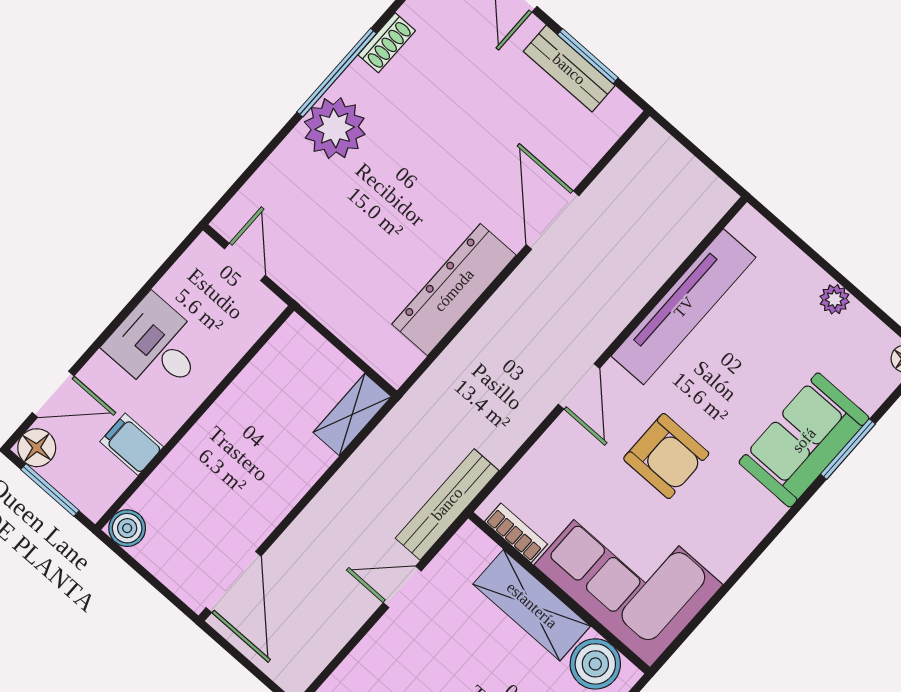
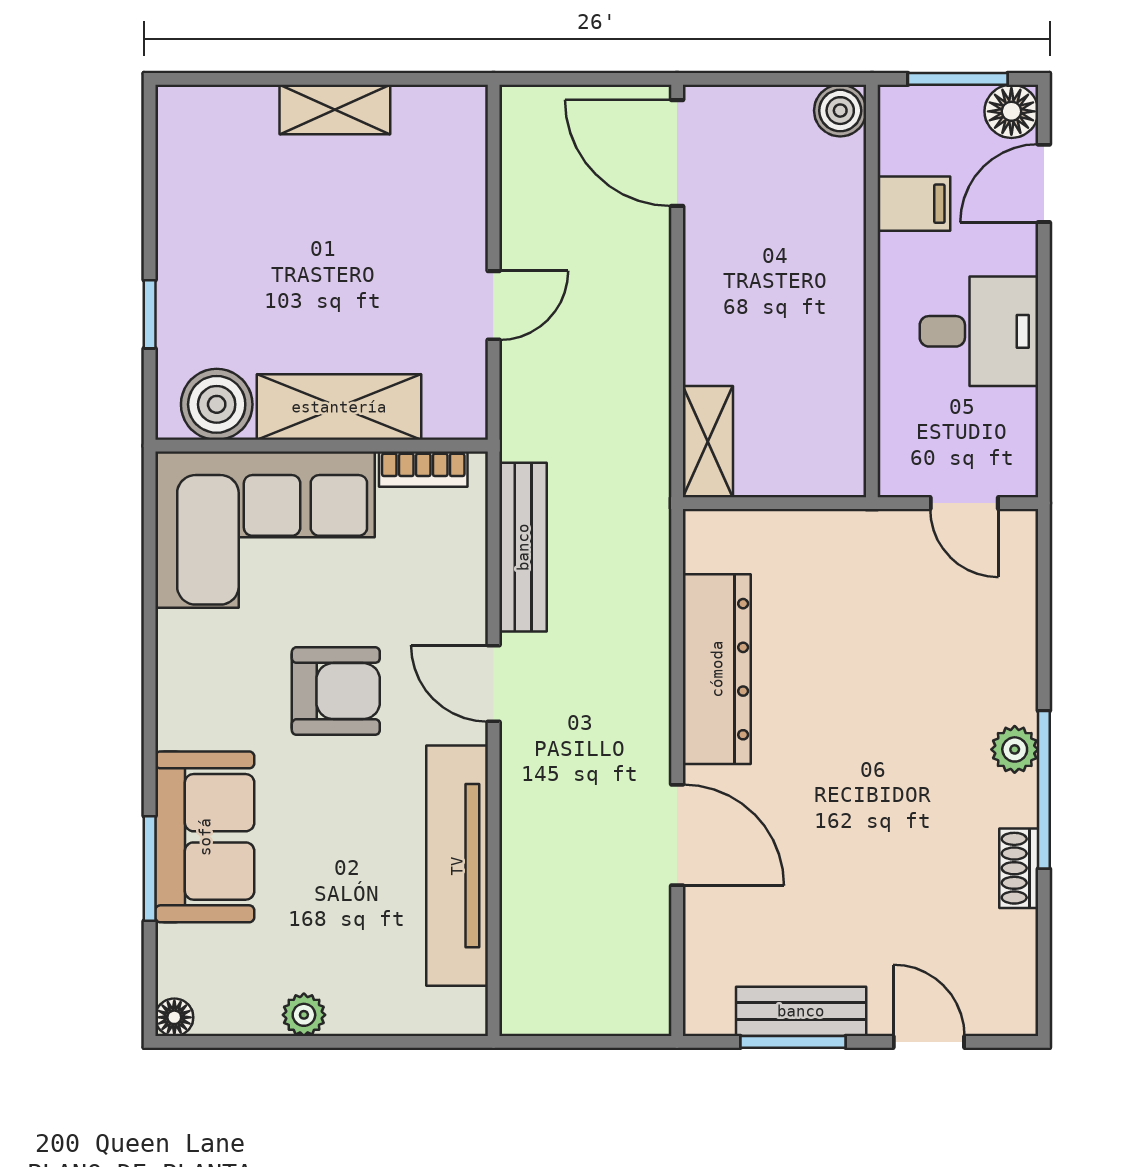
plant: (335, 128) -> (1015, 749), width x0.53, depth x0.53
armchair: (666, 456) -> (336, 691), turned 180
bench: (447, 504) -> (523, 547), moved

